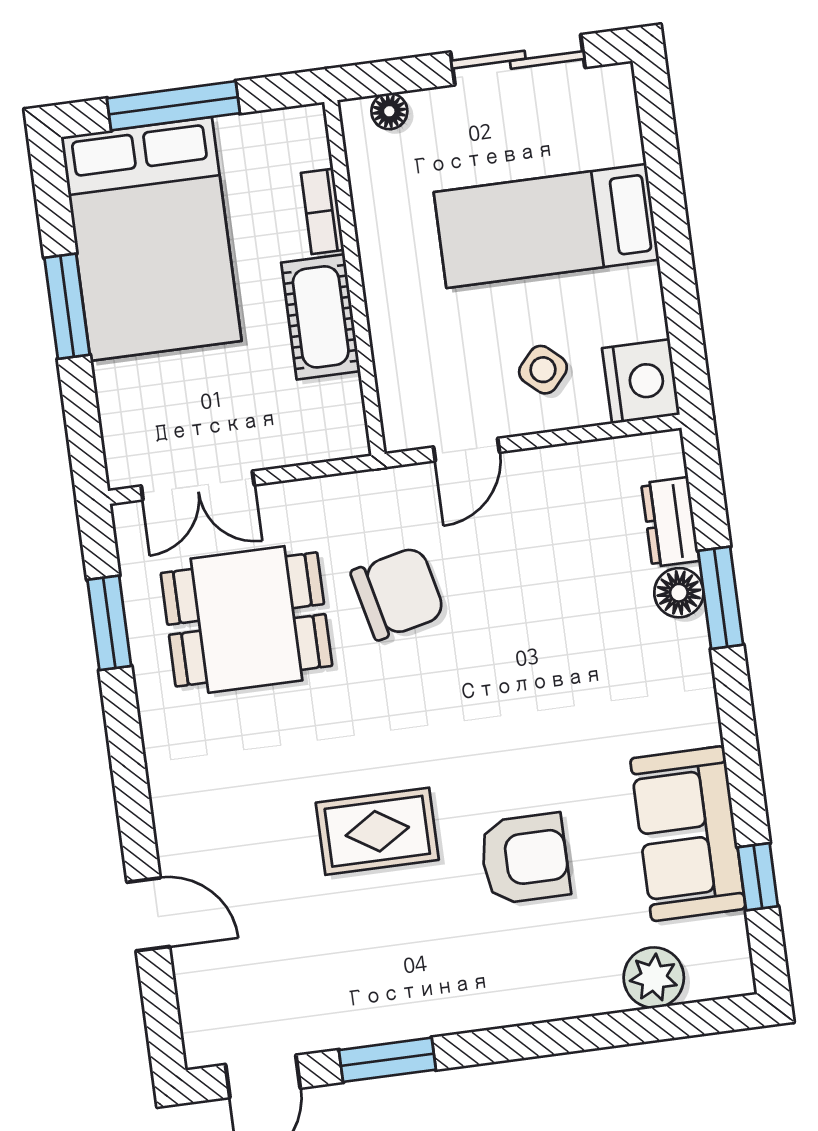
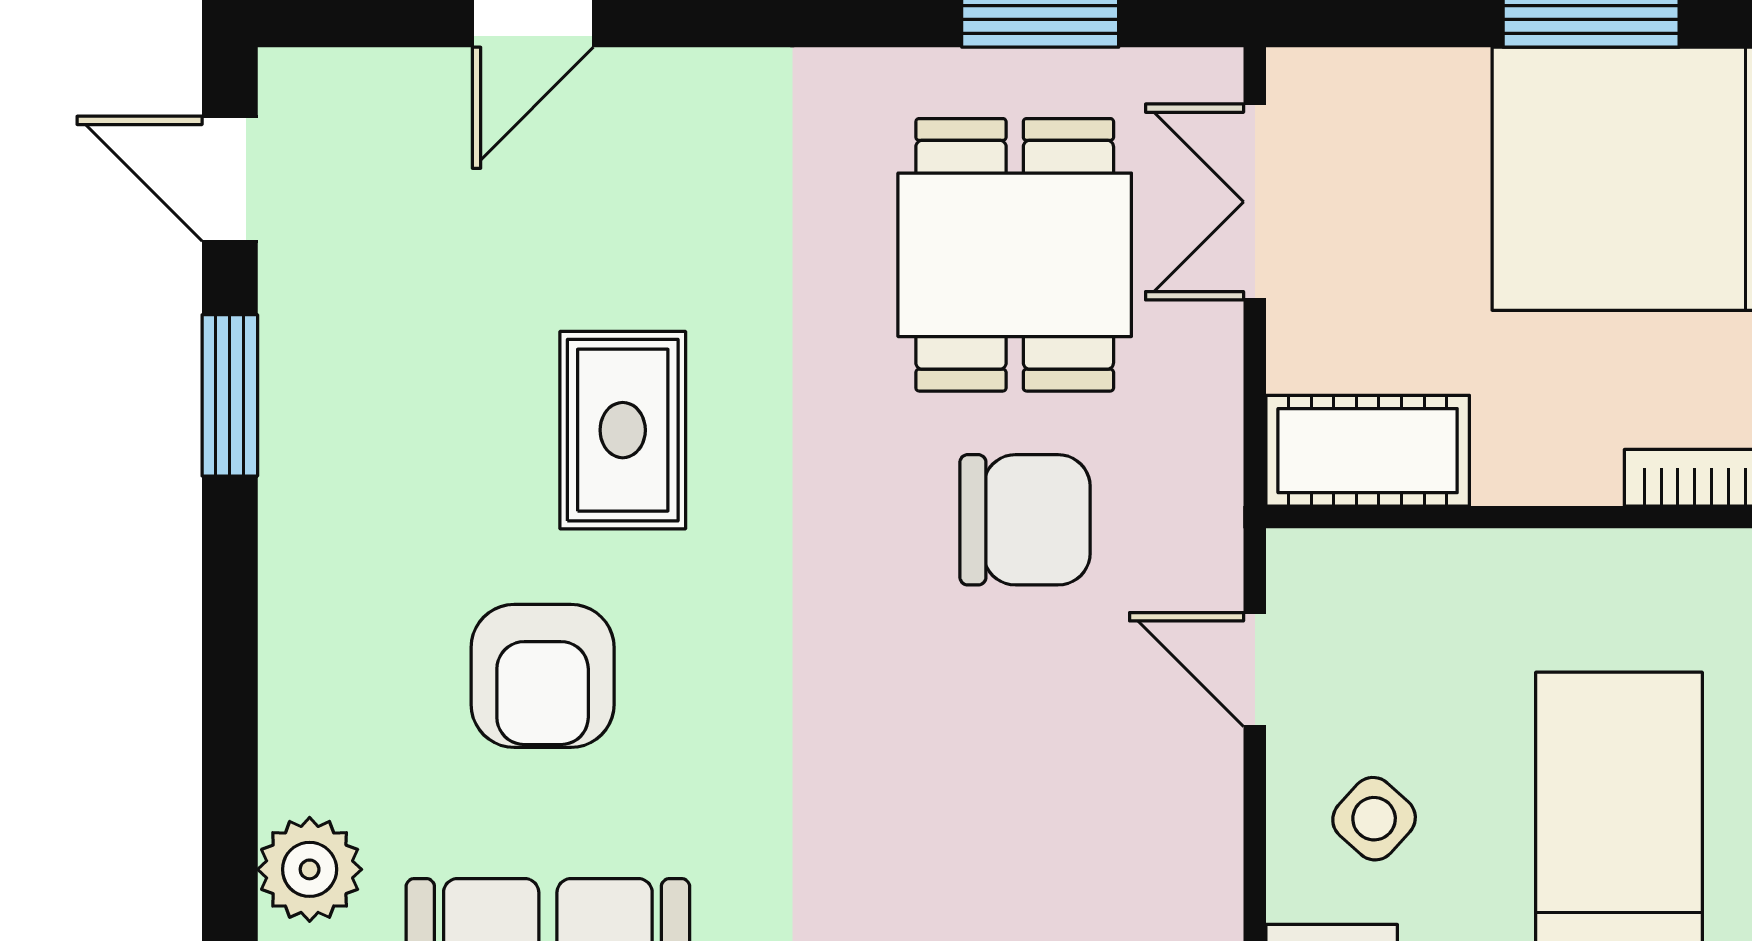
cot: (321, 317) -> (1368, 451), moved
chair: (398, 593) -> (1025, 520), turned -77

